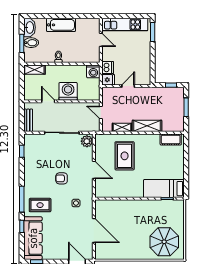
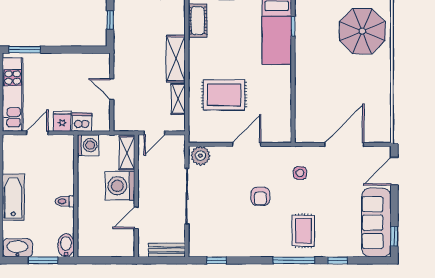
bidet: (31, 43) -> (66, 245), moved
shelving: (34, 70) -> (127, 153), moved
fridge: (108, 80) -> (62, 121), moved
sofa: (33, 238) -> (376, 223), moved, turned -90

